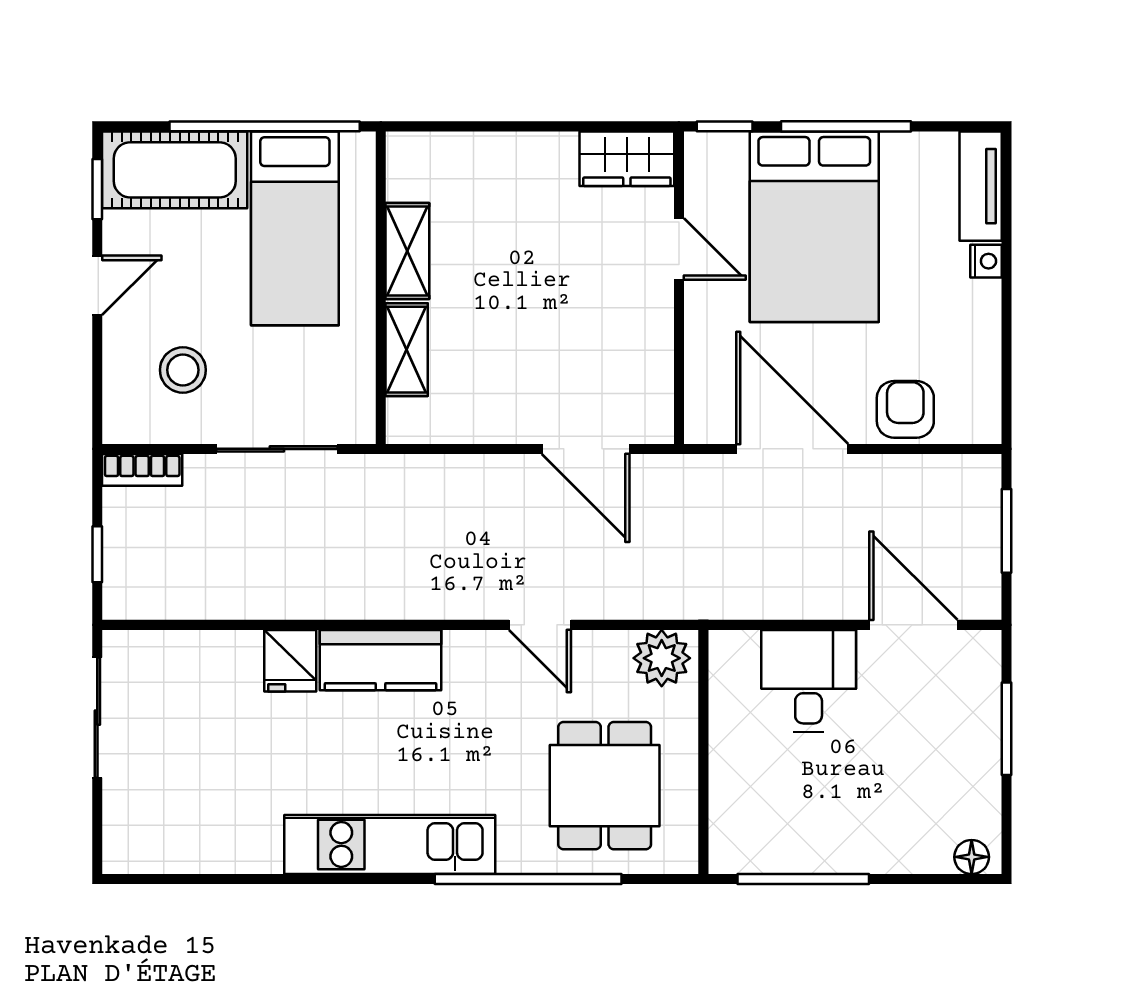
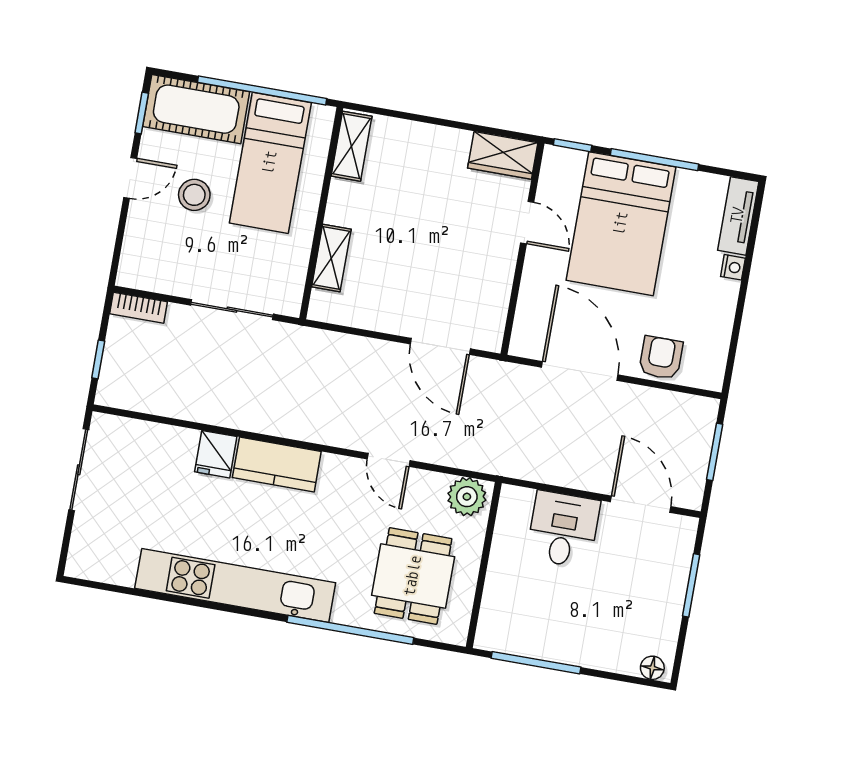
shelving: (407, 251) -> (352, 146), moved
stool: (183, 370) -> (194, 195), moved
kitchen unit: (390, 844) -> (235, 586), width x1.36

